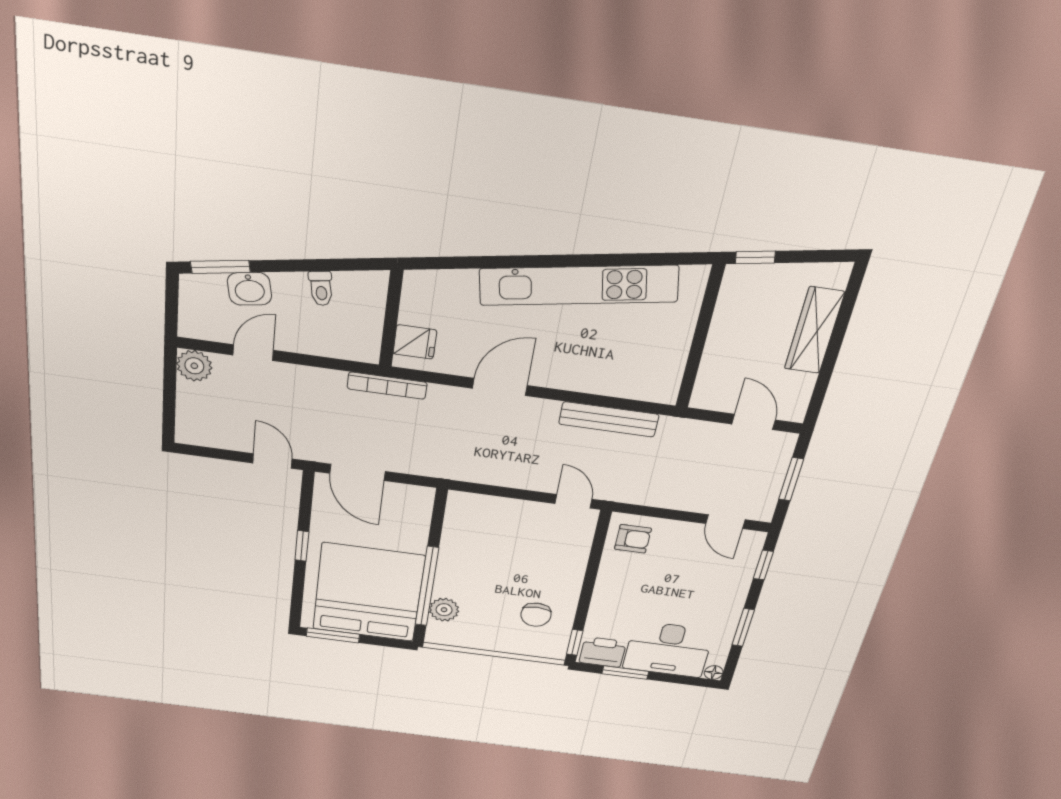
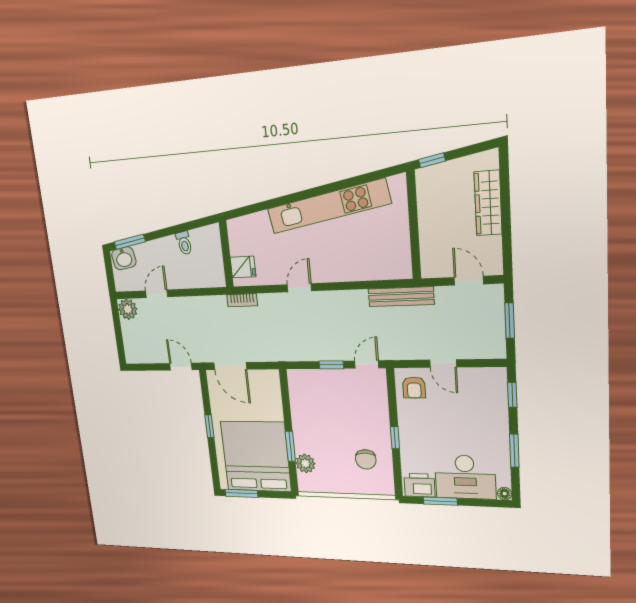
washbasin: (249, 289) -> (124, 258), moved
bookcase: (387, 386) -> (242, 300), width x0.64
door: (500, 387) -> (299, 288), width x0.73
bench: (609, 419) -> (401, 297), moved
window: (520, 494) -> (331, 365), added
door: (574, 501) -> (367, 364), hinge flipped
door: (725, 522) -> (443, 364), moved
armchair: (633, 539) -> (414, 388), turned 90
window: (427, 586) -> (290, 446), width x0.47
window: (575, 642) -> (395, 438), moved

